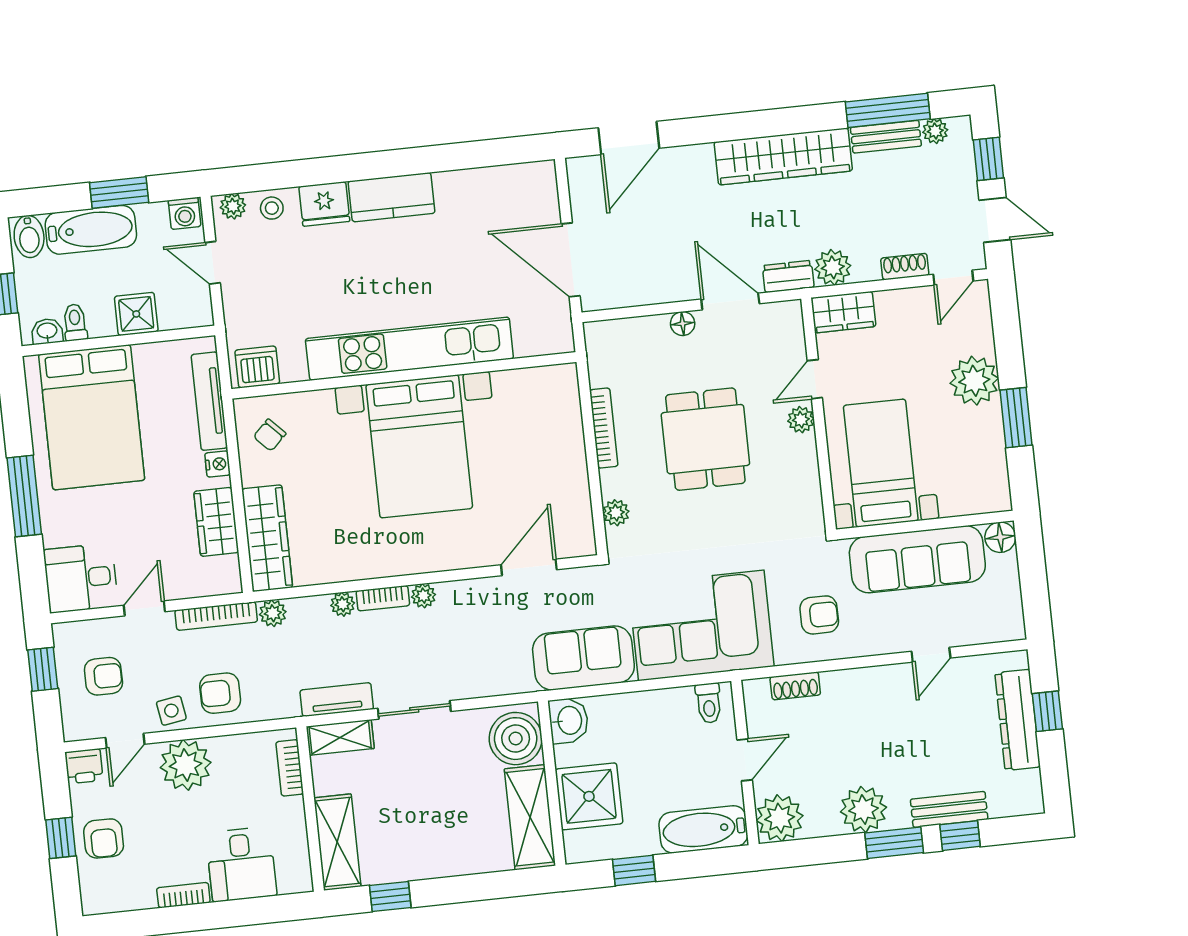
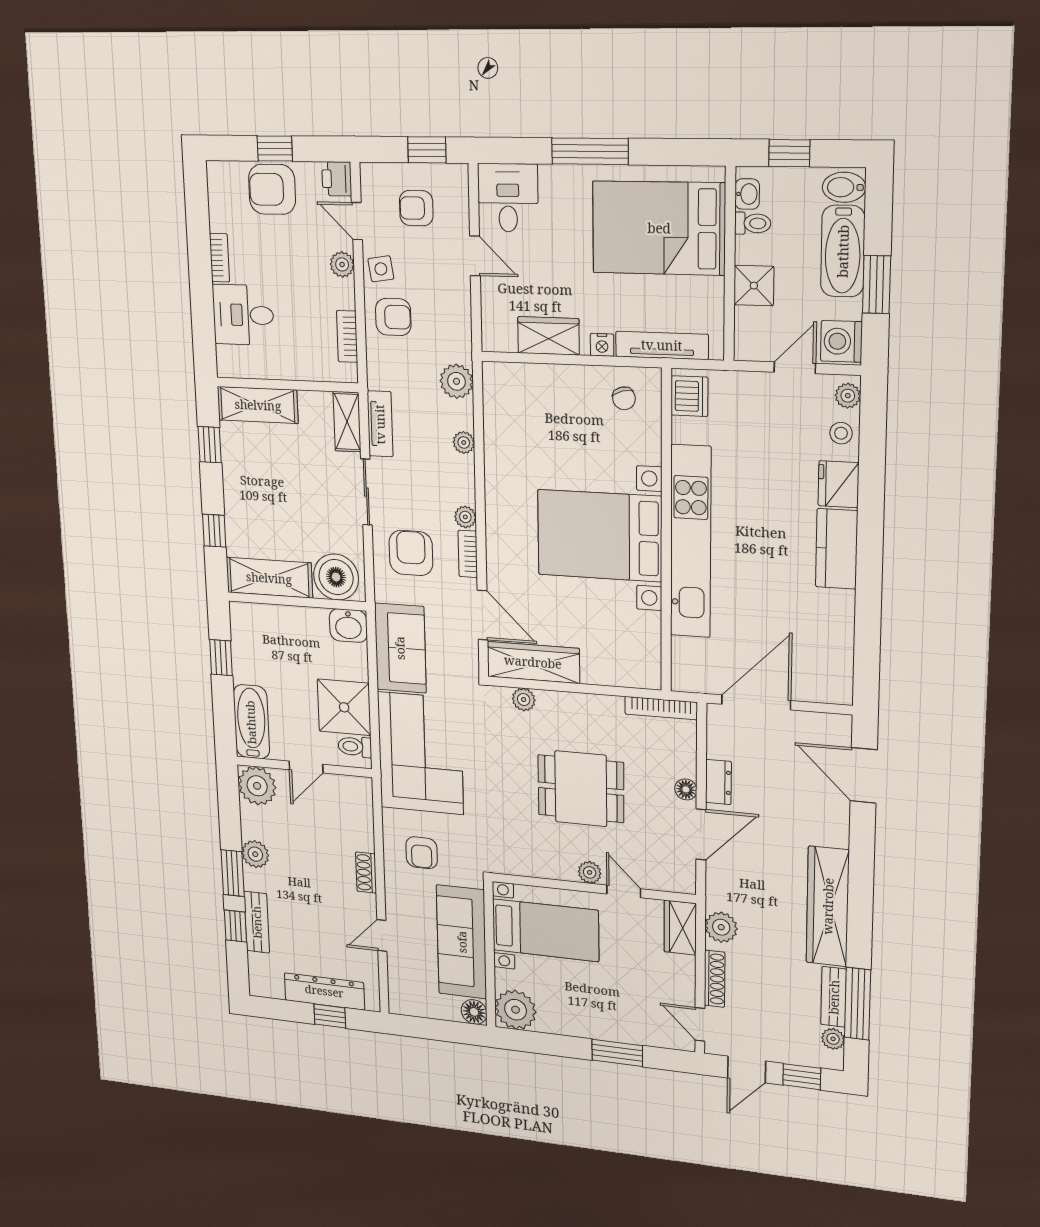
washing machine: (185, 213) -> (841, 341), width x1.38, depth x1.38
shoe rack: (905, 267) -> (715, 979), width x1.43
dresser: (788, 276) -> (718, 782), moved
plant: (974, 381) -> (516, 1010), moved
window: (1016, 418) -> (617, 1053), moved
bookcase: (604, 428) -> (661, 708), moved
chair: (270, 435) -> (624, 398), turned -151
wardrobe: (267, 538) -> (533, 662), moved, turned 180
bookcase: (383, 598) -> (468, 554), moved
plant: (273, 613) -> (456, 381), width x1.38, depth x1.38
bookcase: (216, 616) -> (463, 323), removed
armchair: (474, 654) -> (411, 553), added
door: (931, 655) -> (382, 935), hinge flipped
armchair: (103, 676) -> (416, 208), turned 90
shoe rack: (795, 686) -> (366, 873), moved
armchair: (220, 693) -> (393, 317), turned 90
door: (745, 760) -> (306, 767), hinge flipped
plant: (186, 765) -> (342, 264), width x0.53, depth x0.53
bookcase: (290, 768) -> (347, 336), moved, turned -90
shower: (589, 796) -> (344, 707), moved
plant: (863, 809) -> (255, 854), width x0.73, depth x0.73
armchair: (104, 838) -> (272, 189), width x1.38, depth x1.38
window: (487, 886) -> (214, 531), added

